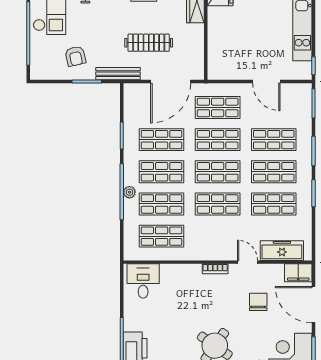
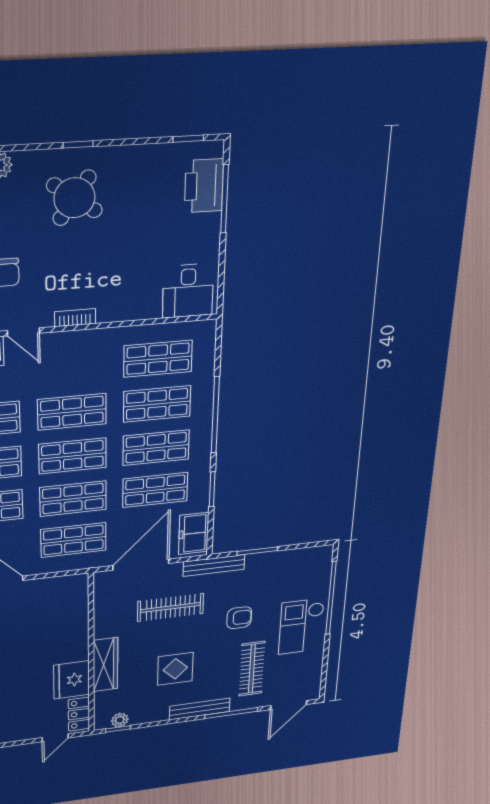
armchair: (75, 56) -> (239, 618), moved, turned 103
freezer: (134, 102) -> (194, 533), added
plant: (129, 192) -> (204, 416), removed

